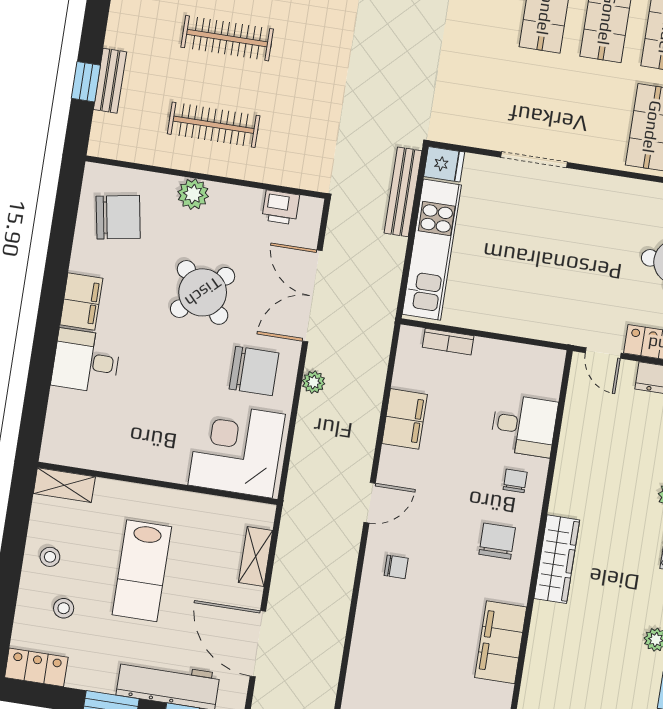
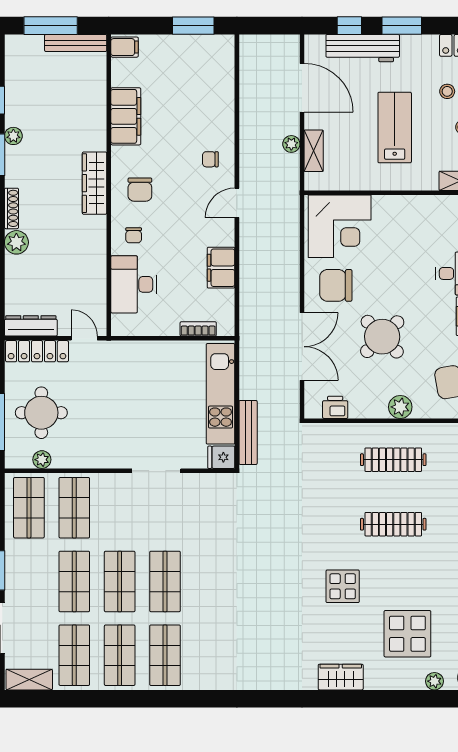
plant: (314, 382) -> (291, 144), moved
desk: (524, 425) -> (134, 284), width x1.37

